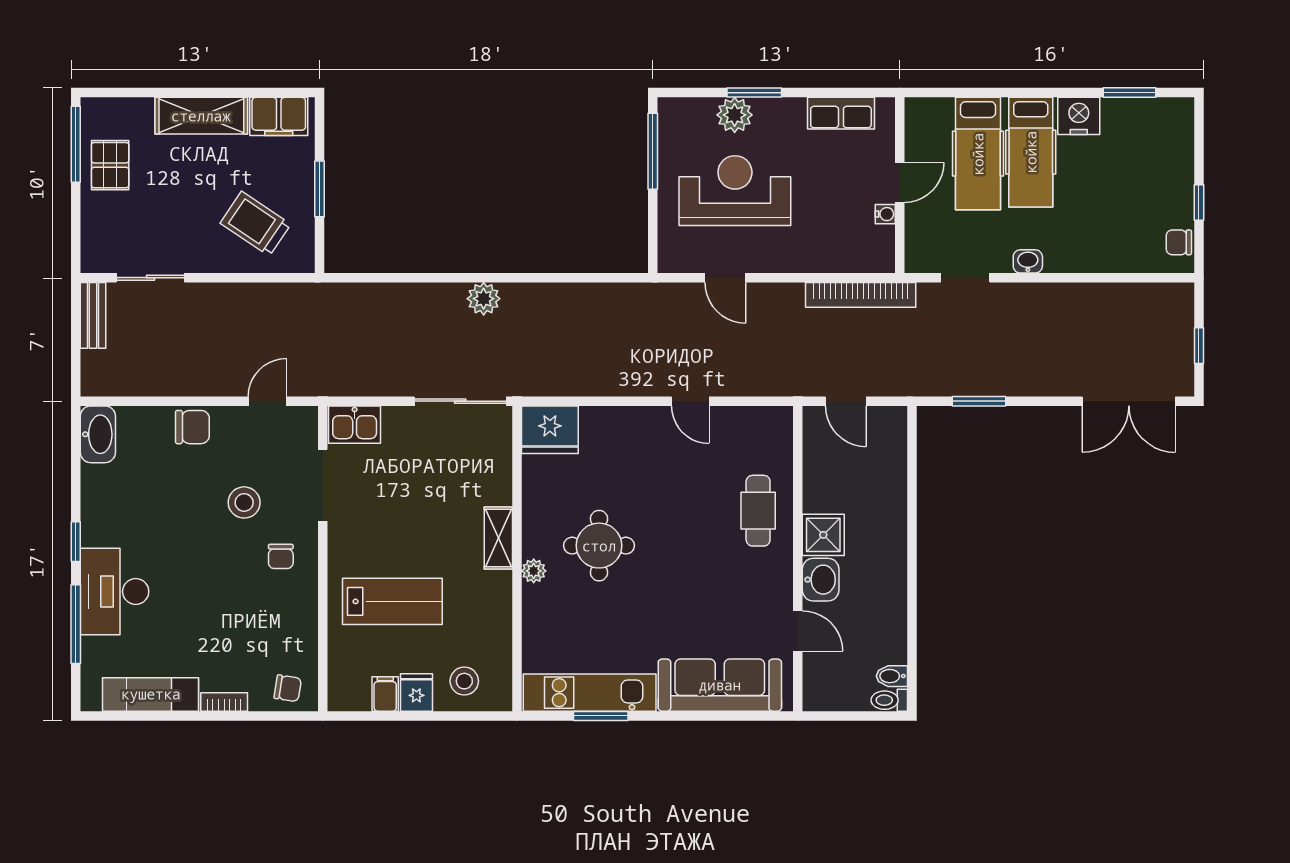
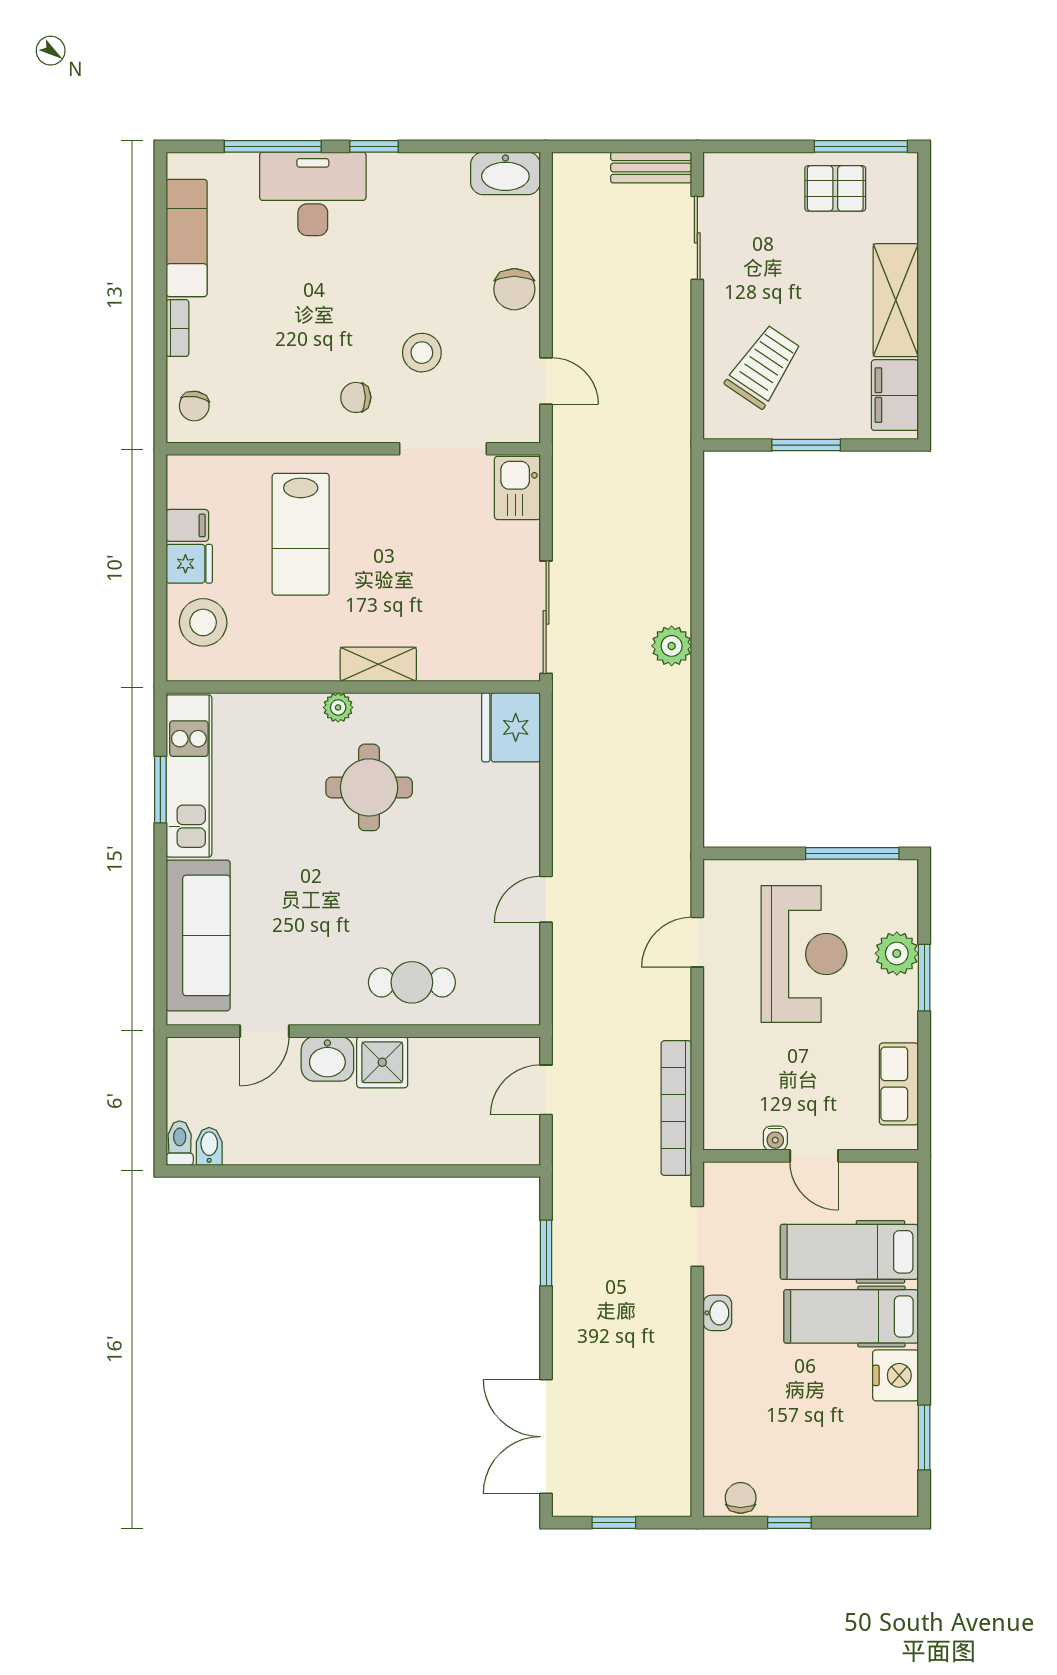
stool: (464, 681) -> (203, 622), width x1.38, depth x1.38

